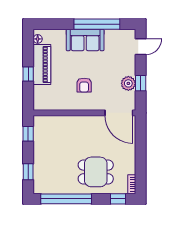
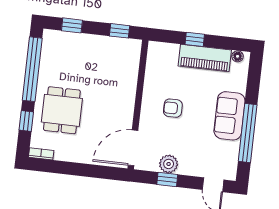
window: (118, 199) -> (26, 121), moved

